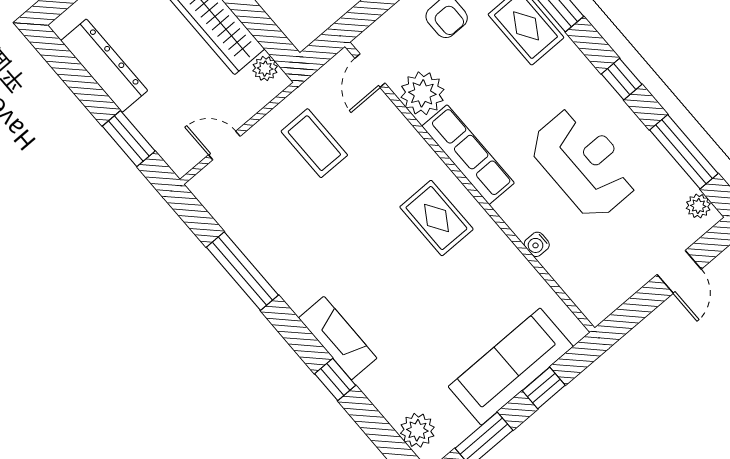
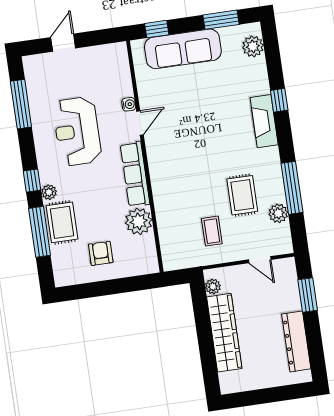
door: (370, 71) -> (140, 123), moved
window: (622, 79) -> (32, 181), moved
coffee table: (314, 143) -> (212, 231), width x0.73, depth x0.77
plant: (698, 206) -> (49, 192), moved
rug: (436, 218) -> (242, 195), moved
plant: (239, 225) -> (278, 213), added
window: (544, 388) -> (157, 29), moved

